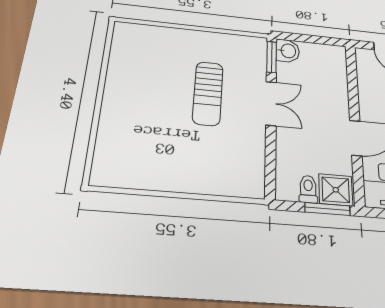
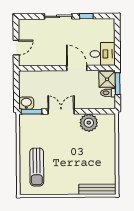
sun lounger: (208, 93) -> (37, 167), moved, turned 90
plant: (247, 148) -> (89, 123), added
bench: (105, 151) -> (97, 189), added

